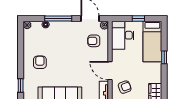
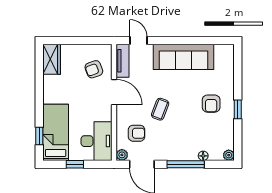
window: (164, 57) -> (39, 136), moved
coffee table: (77, 58) -> (160, 109), added
window: (21, 85) -> (238, 109), moved

